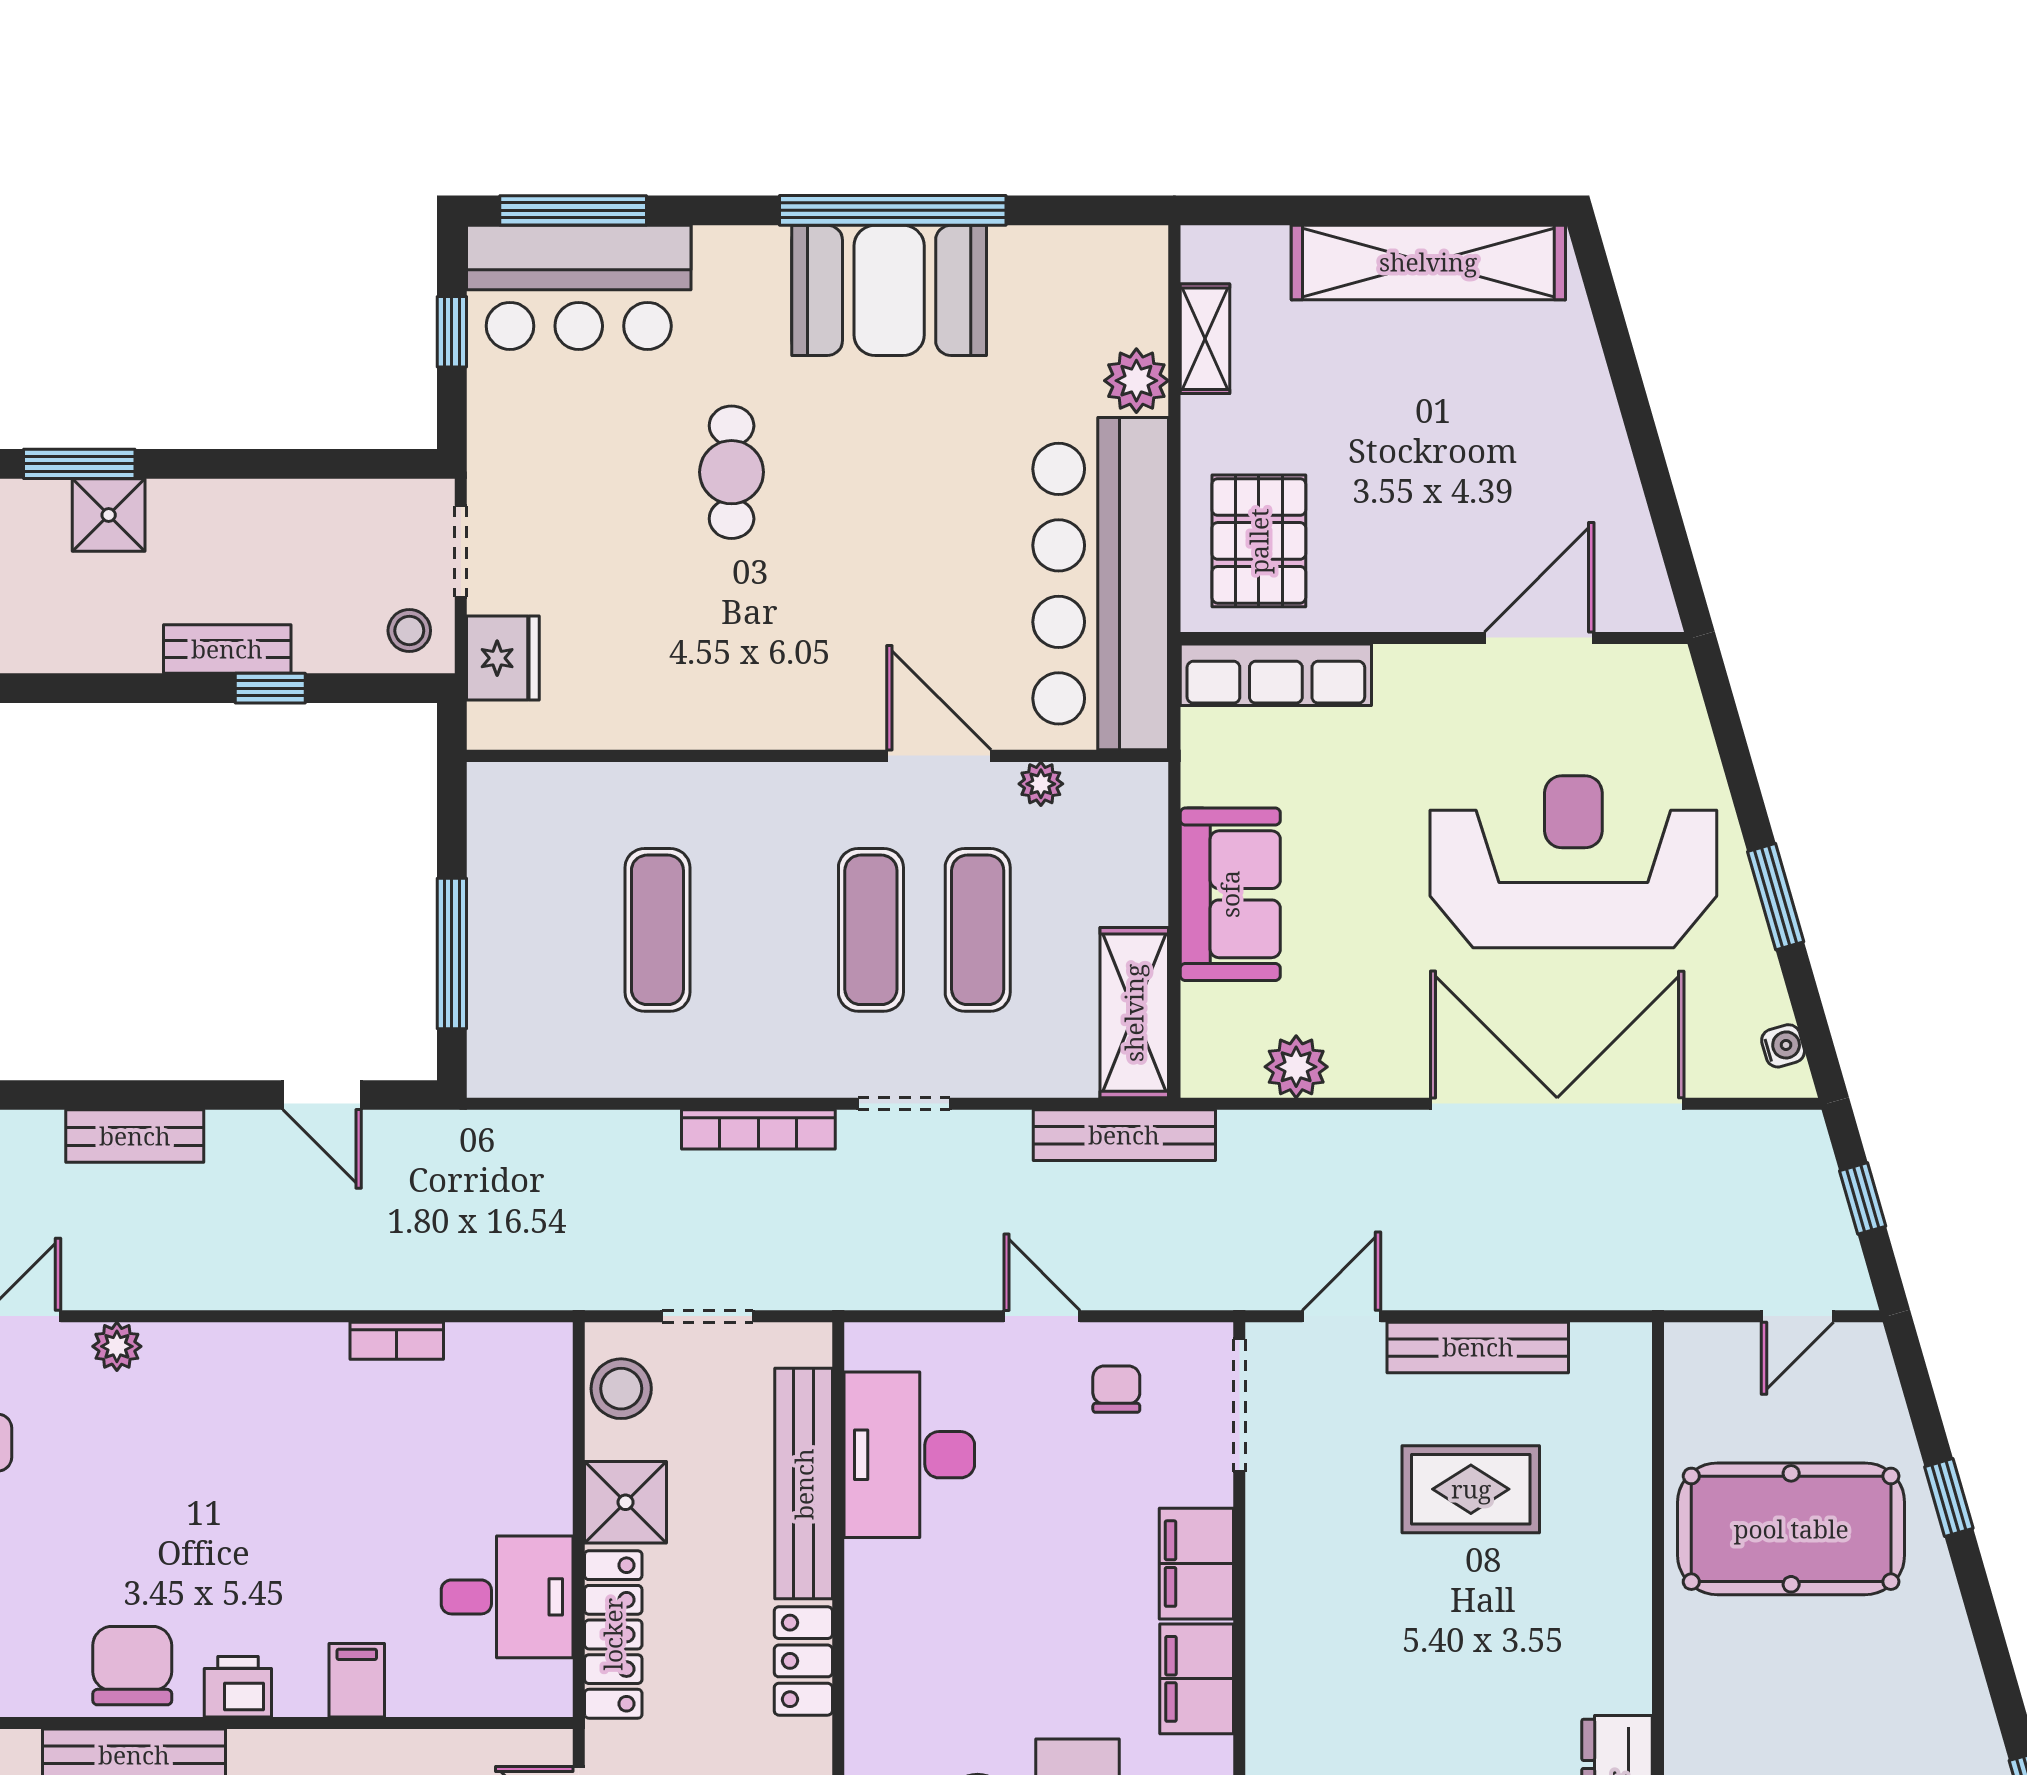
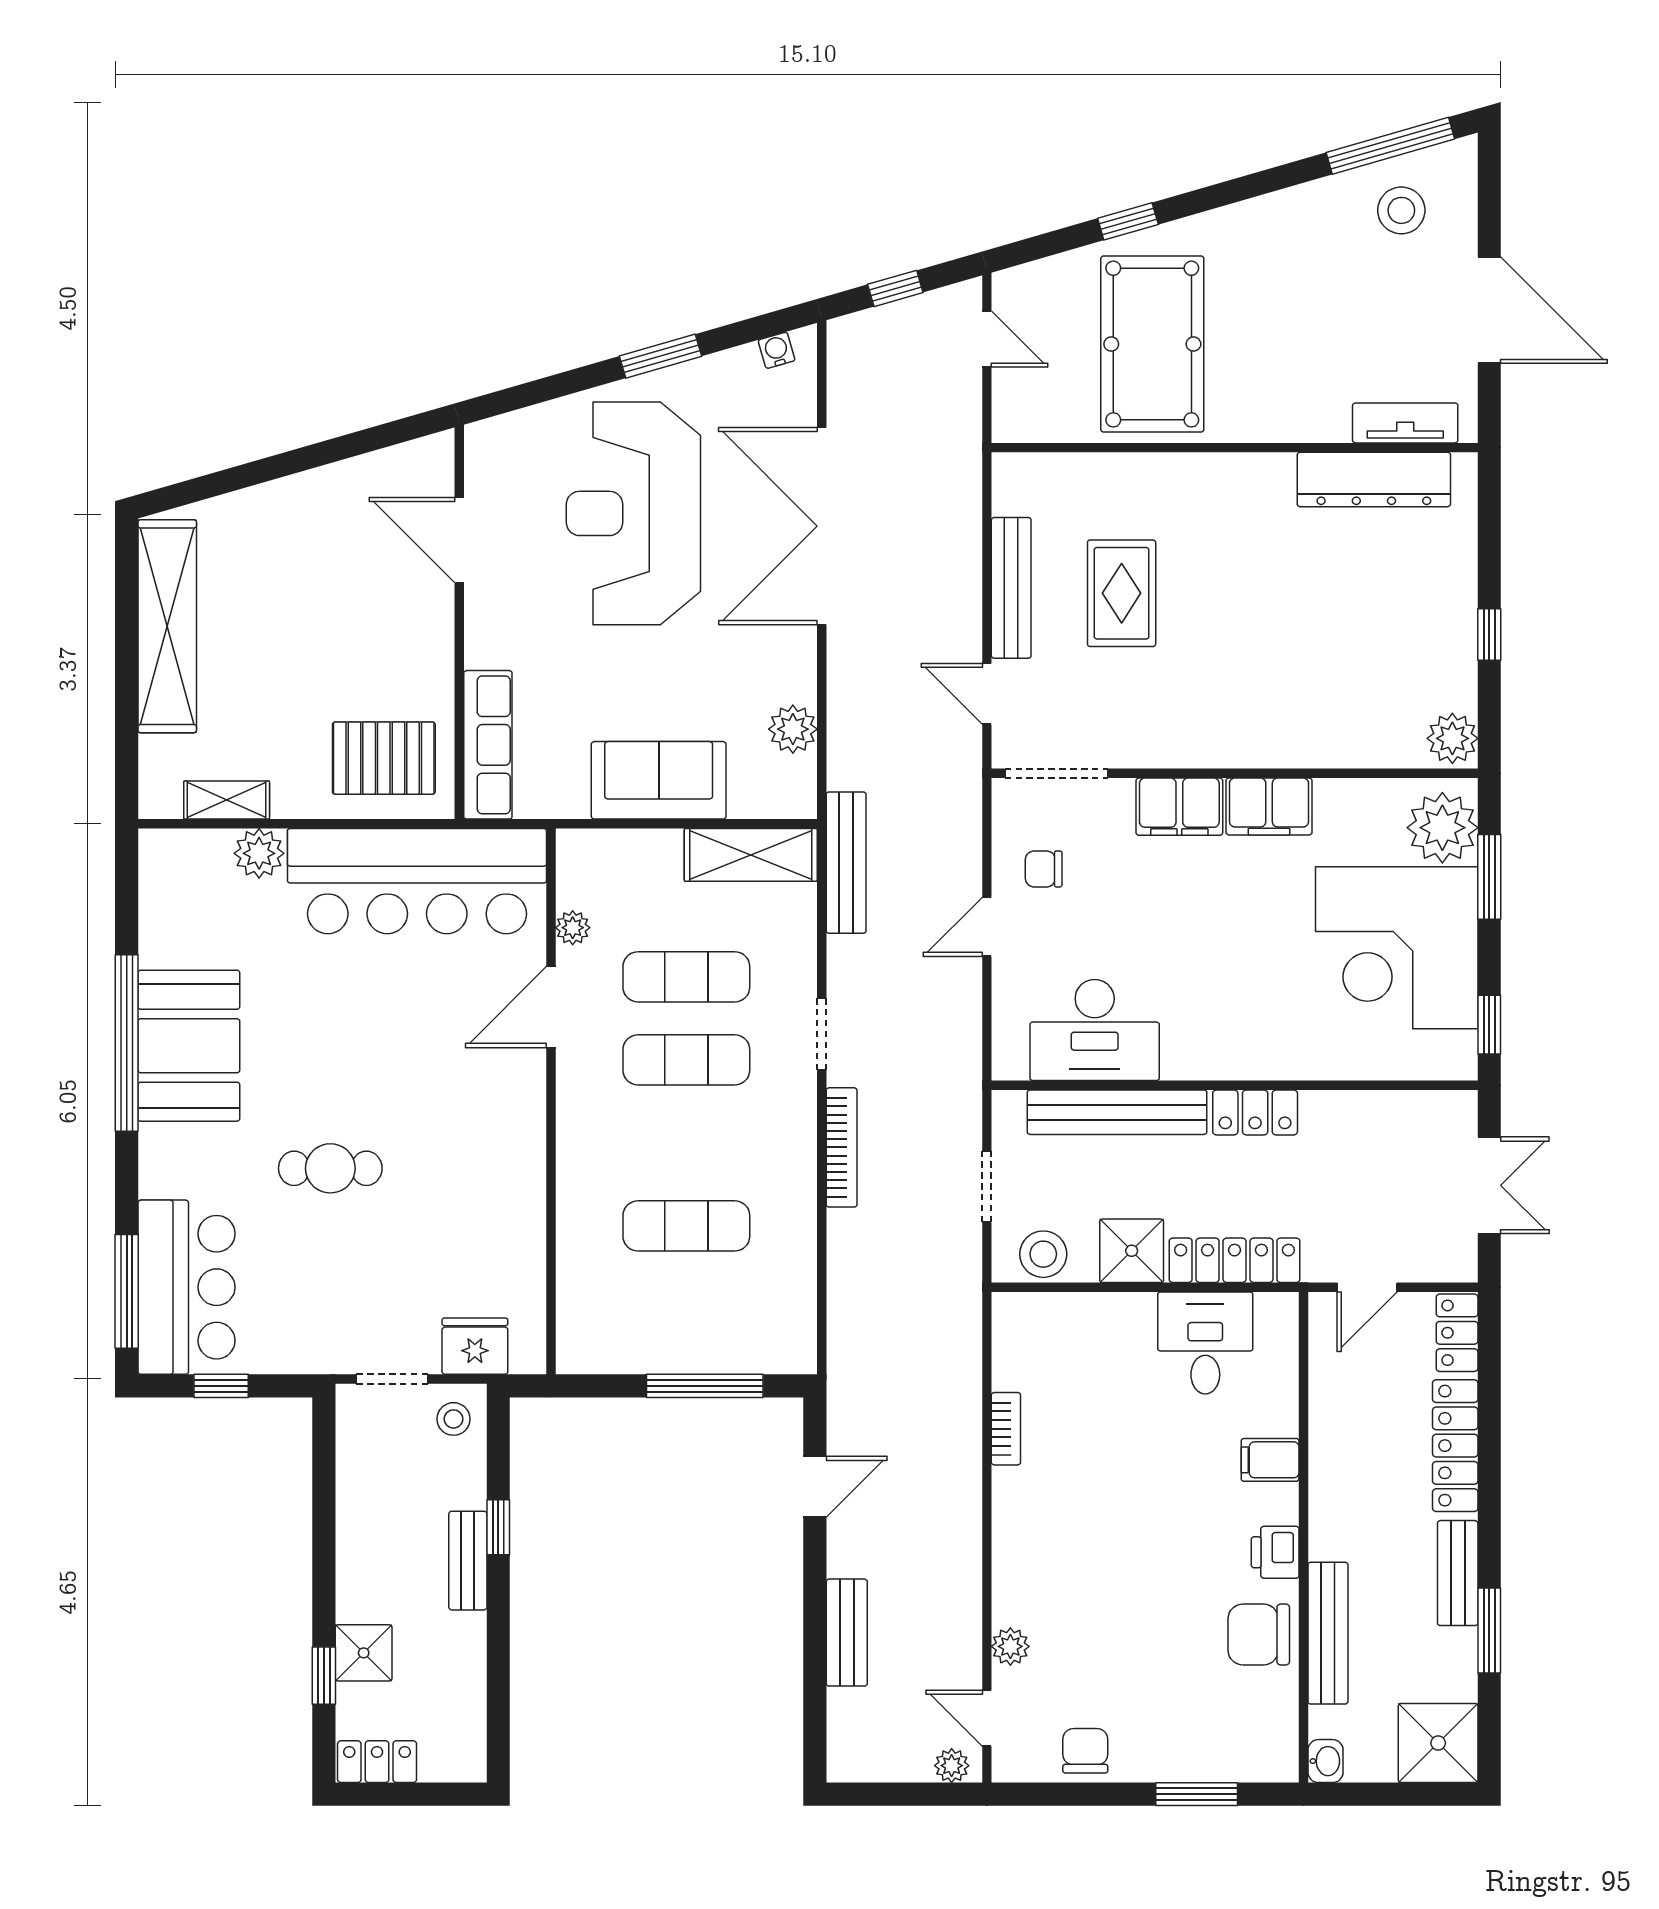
window: (79, 464) -> (324, 1676), width x0.67

